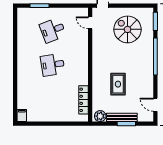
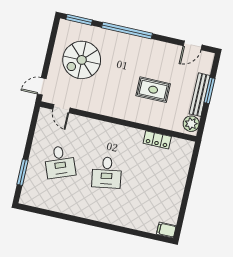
door: (90, 23) -> (61, 109), hinge flipped
locker: (84, 100) -> (157, 140), width x0.66

